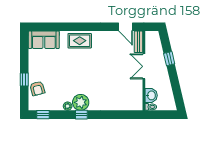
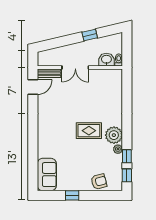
rug: (80, 41) -> (89, 131), moved, turned 90
window: (169, 59) -> (90, 35), moved
window: (24, 79) -> (72, 195), moved
window: (81, 115) -> (127, 156), moved

